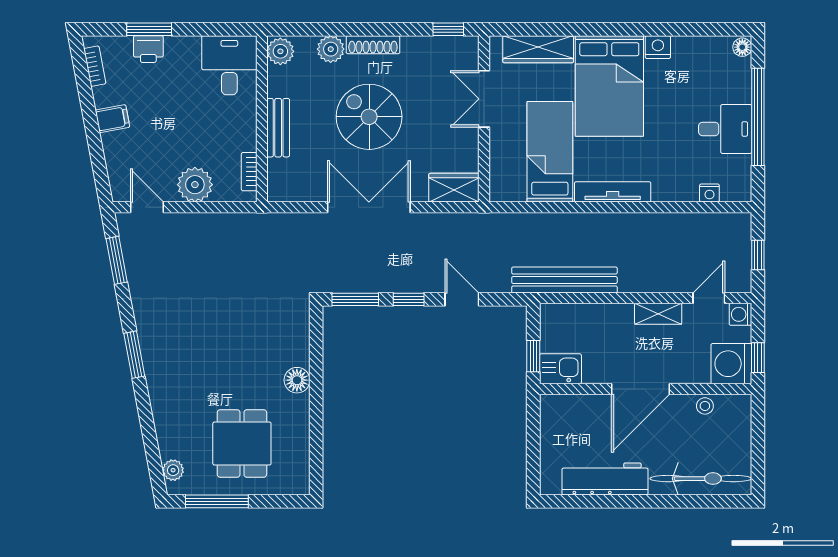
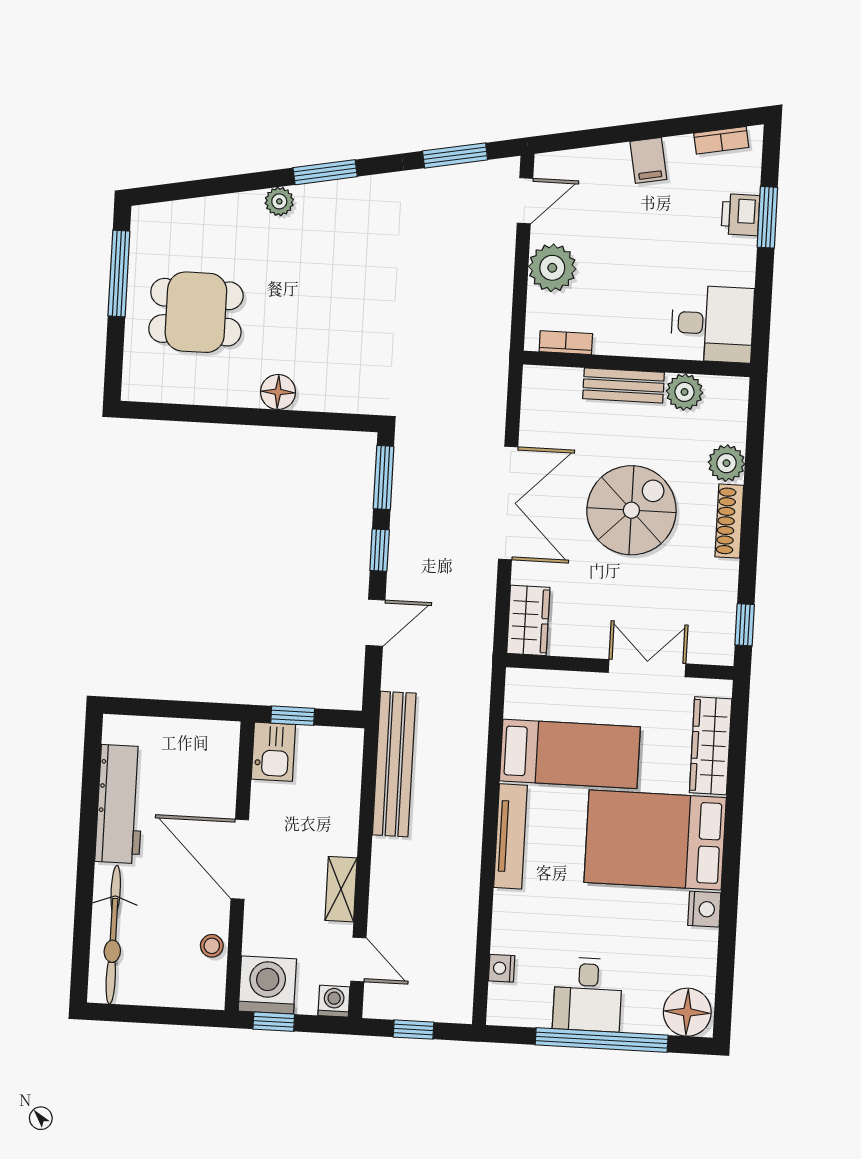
floor lamp: (742, 47) -> (687, 1012), width x1.89, depth x1.89
plant: (280, 51) -> (684, 392), moved
plant: (173, 470) -> (279, 201), moved

